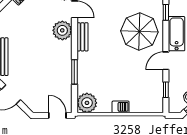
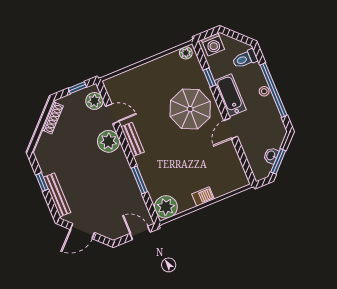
window: (166, 90) -> (243, 159), removed

